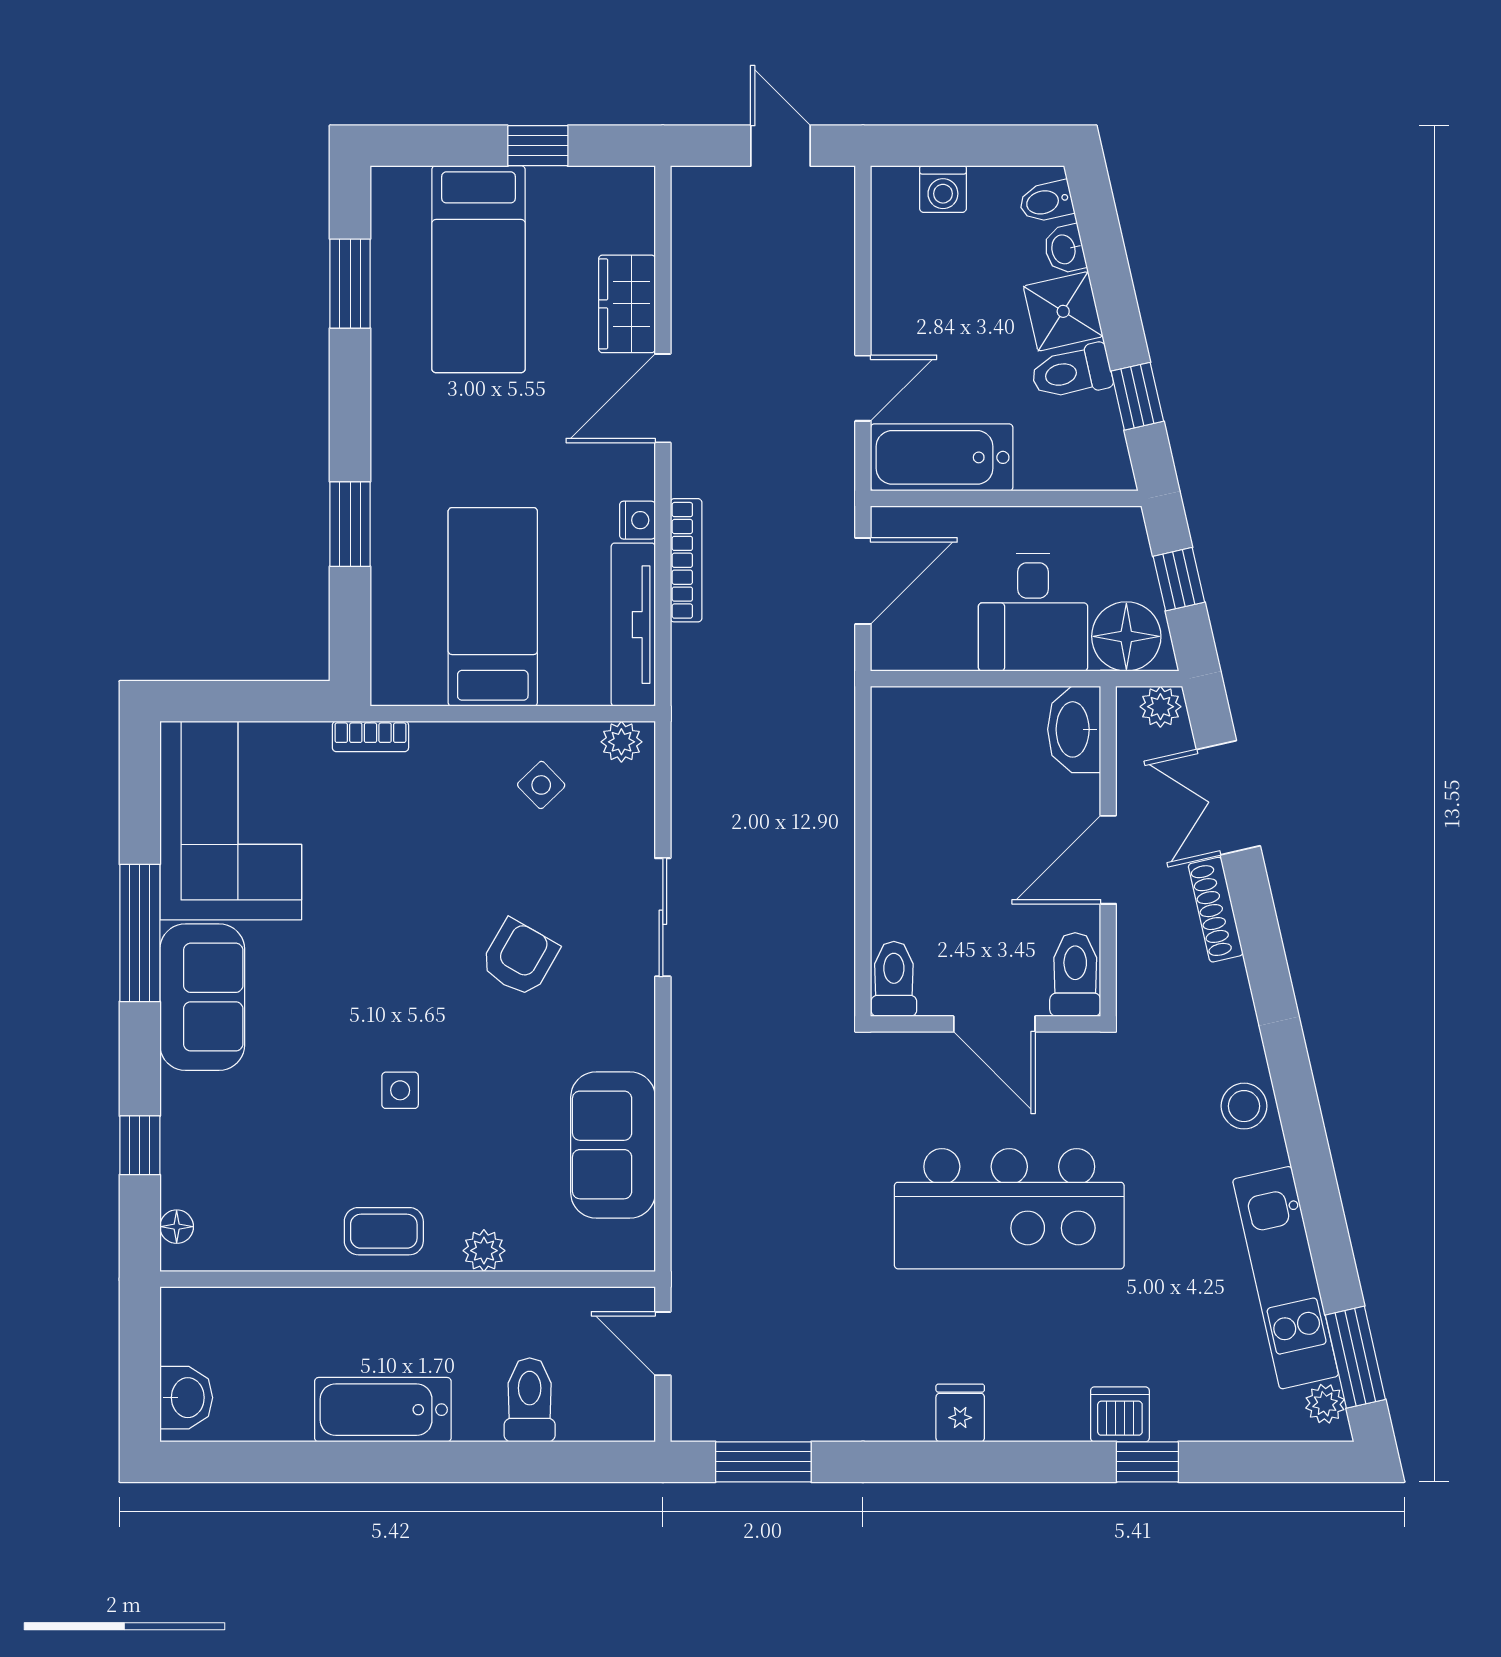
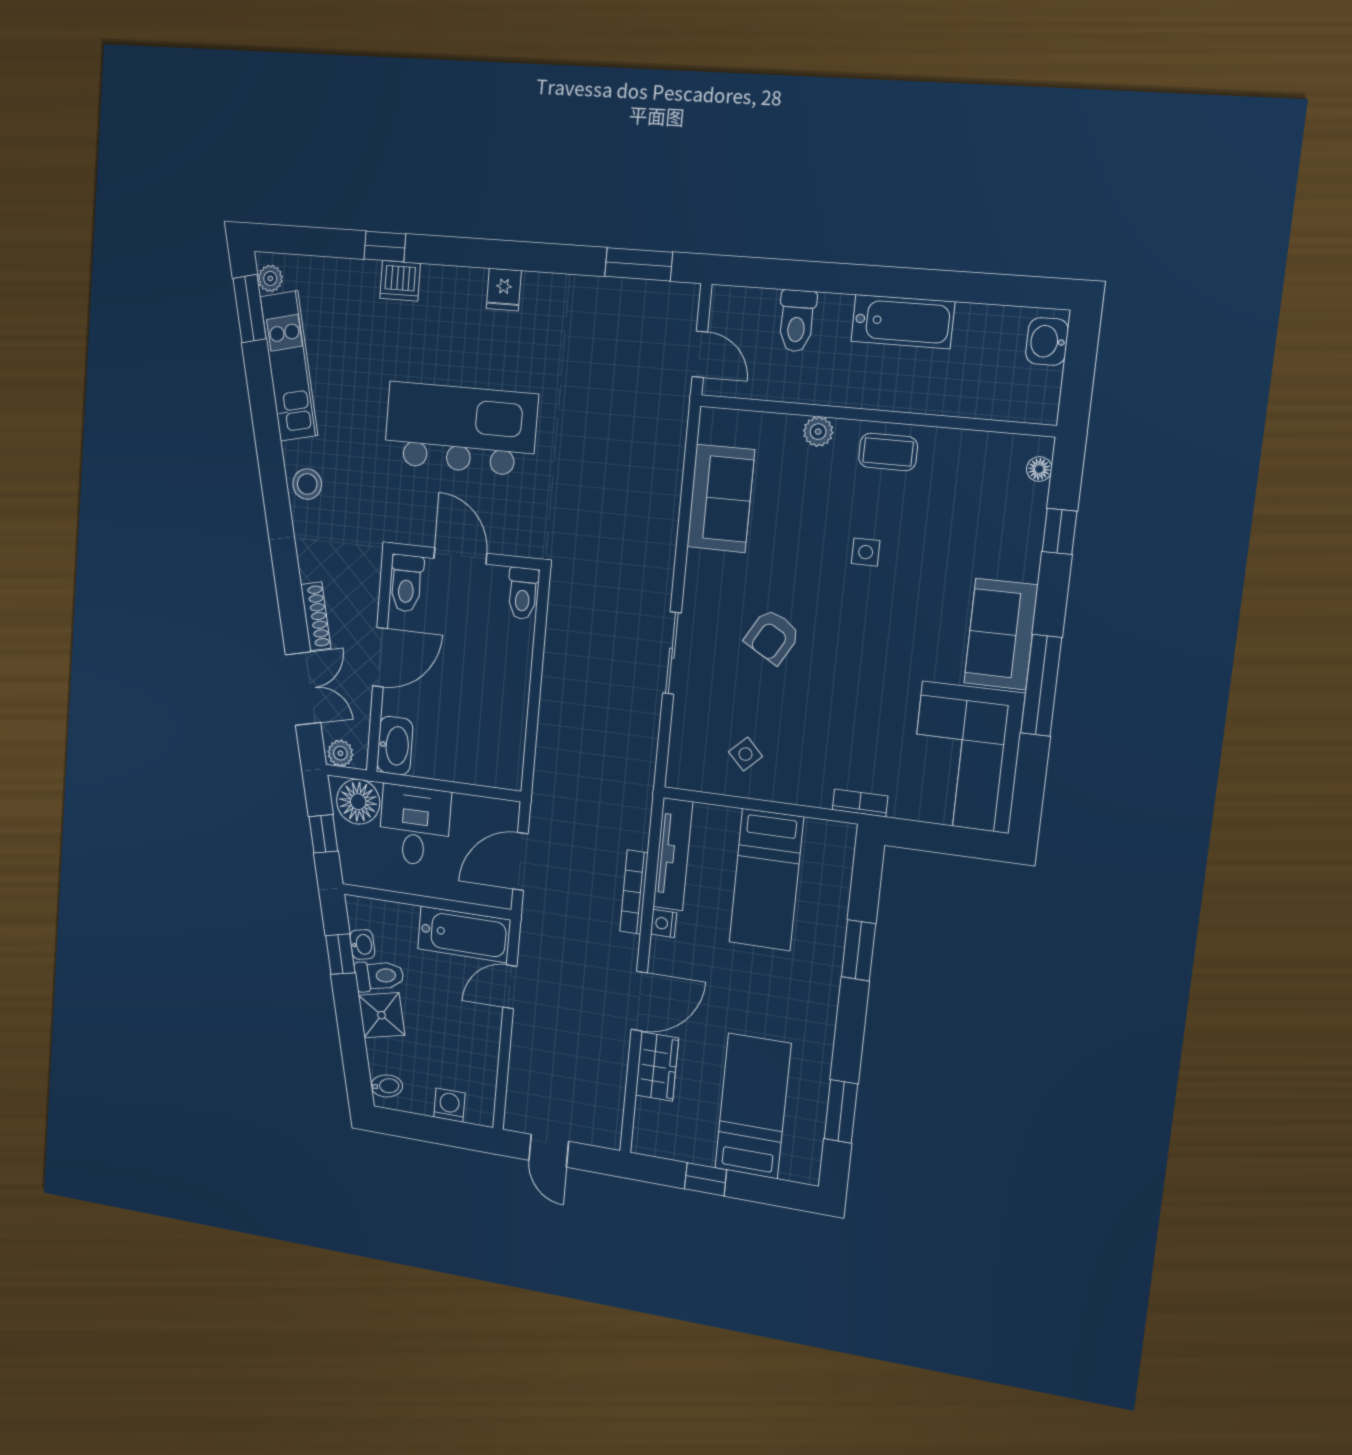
washbasin: (1065, 249) -> (362, 945), moved
plant: (621, 742) -> (688, 776), removed

